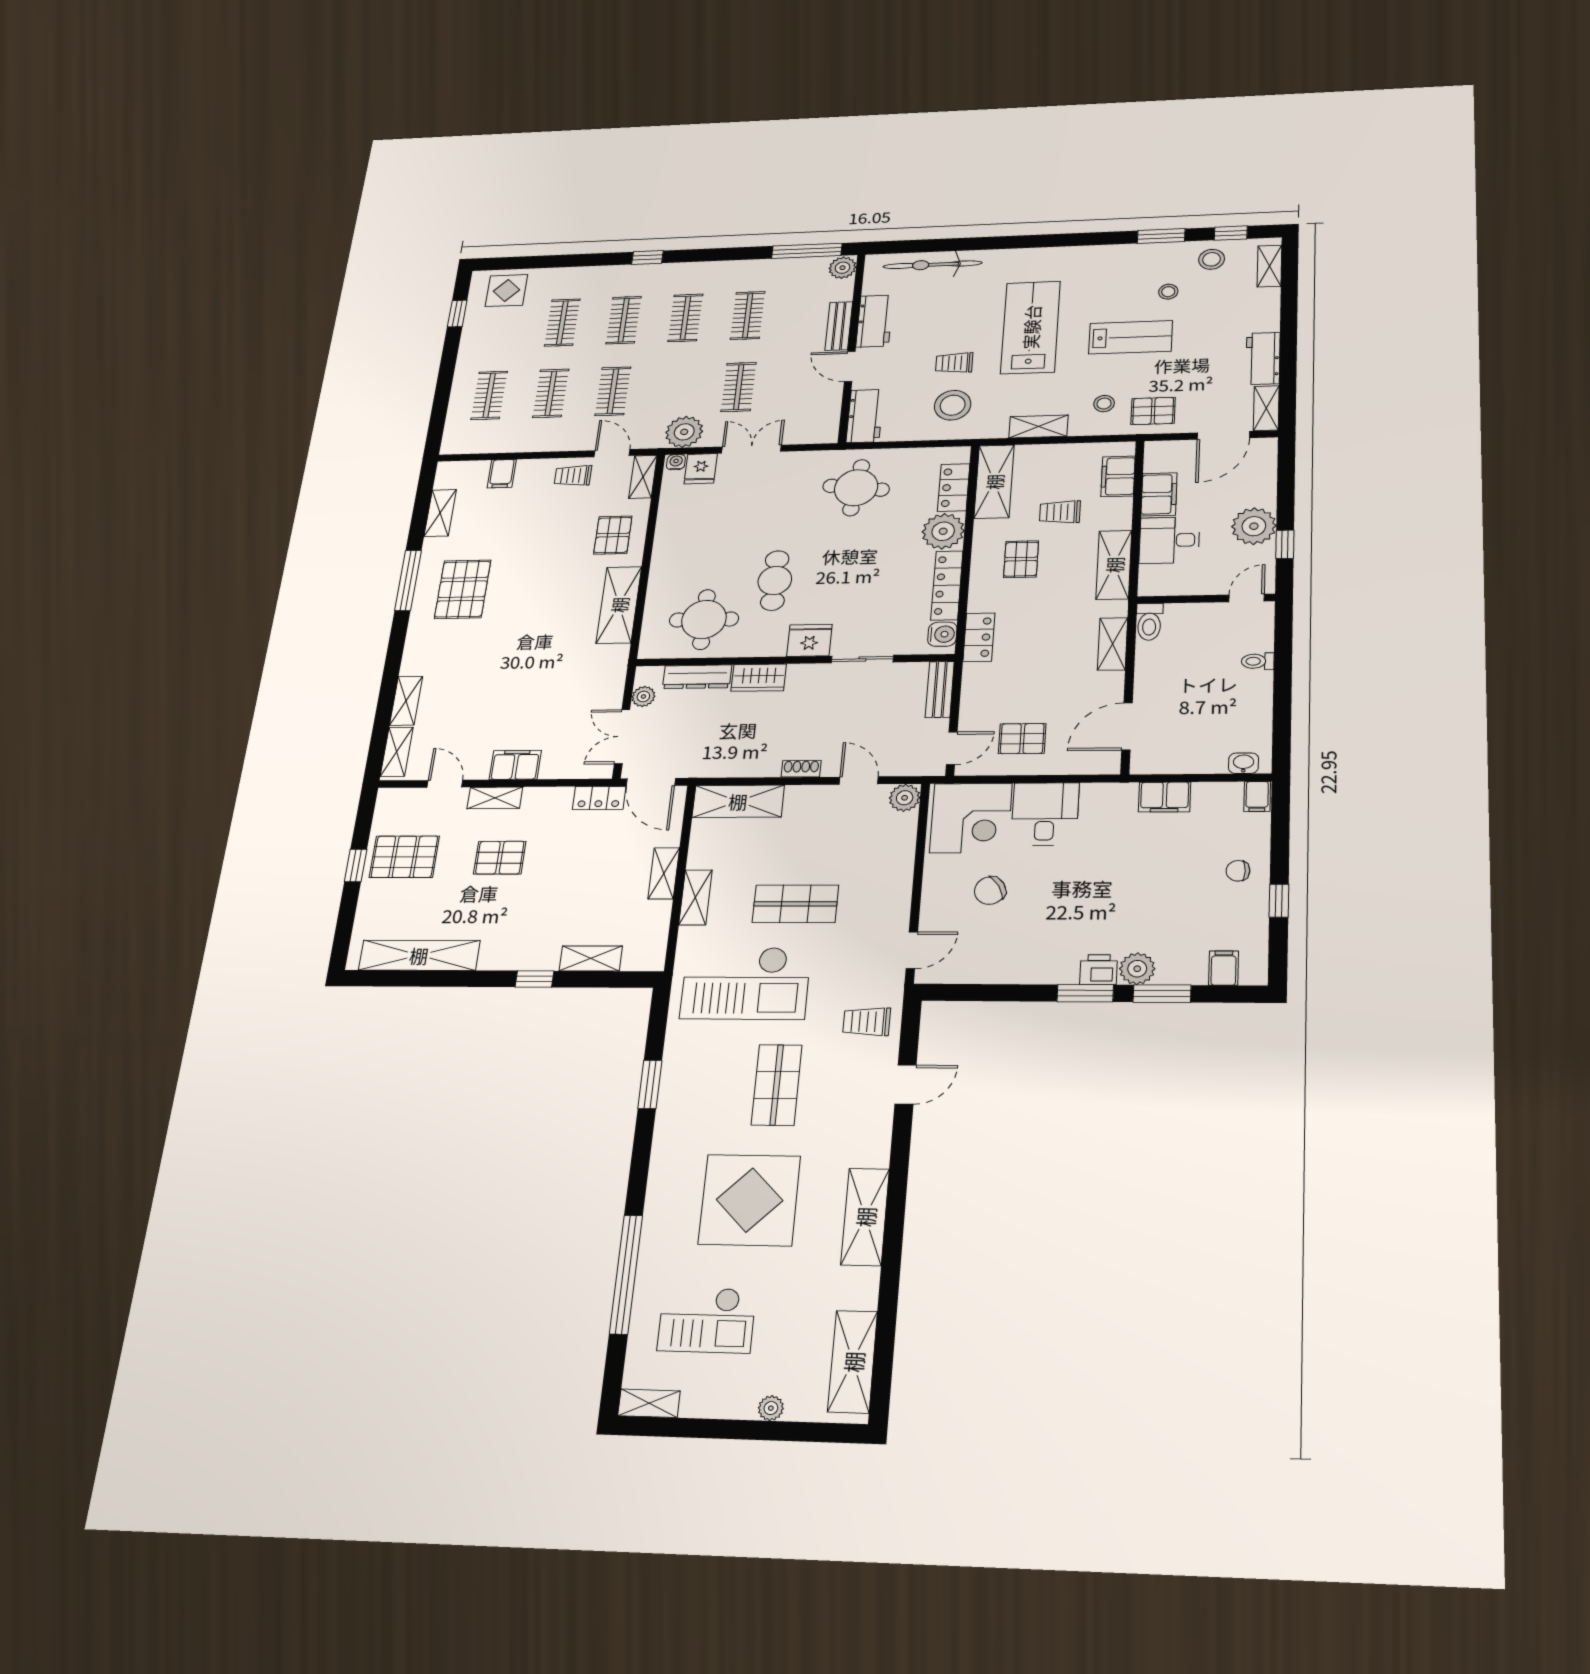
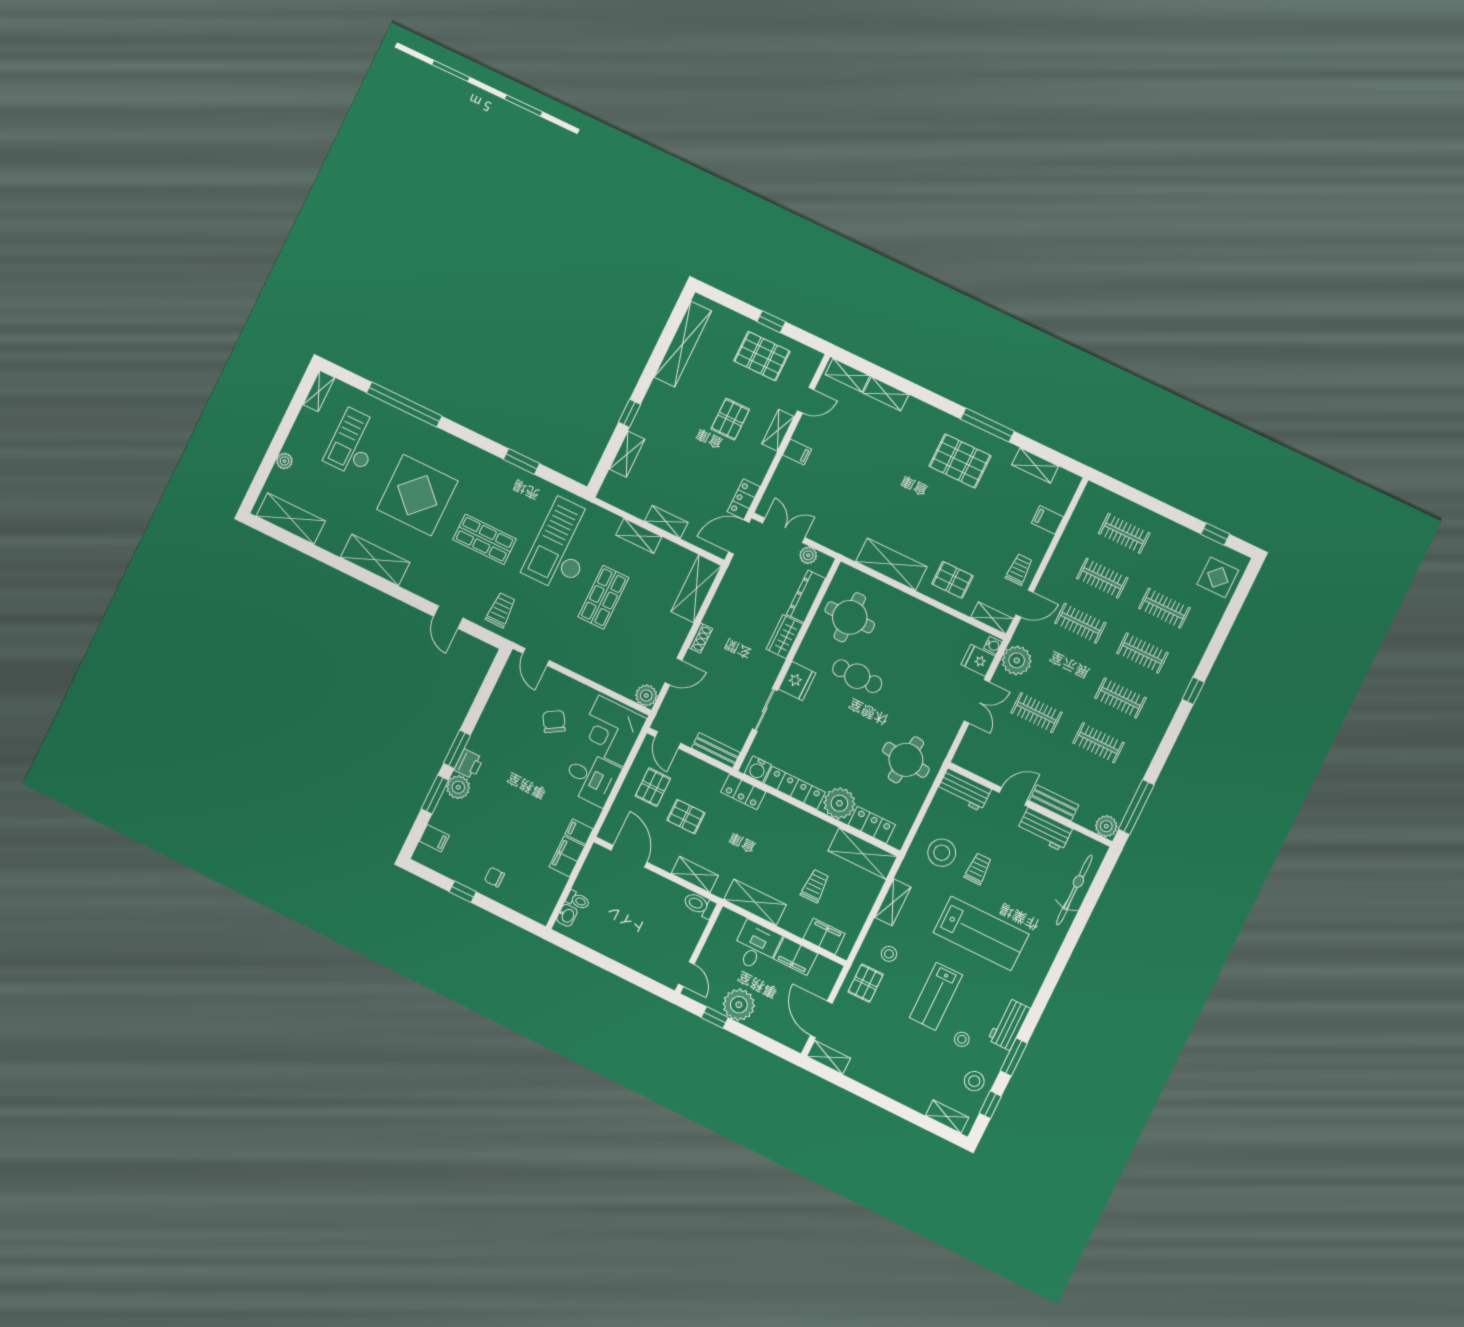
workbench: (1263, 358) -> (1009, 1024), moved, turned -90
pallet: (1021, 559) -> (686, 817), moved
toilet: (1258, 661) -> (578, 900), moved, turned 90
filing cabinet: (515, 765) -> (797, 452), width x0.50
filing cabinet: (1257, 796) -> (579, 832), moved
pallet: (404, 857) -> (762, 356), turned 90
chair: (1238, 871) -> (494, 877), turned -90

